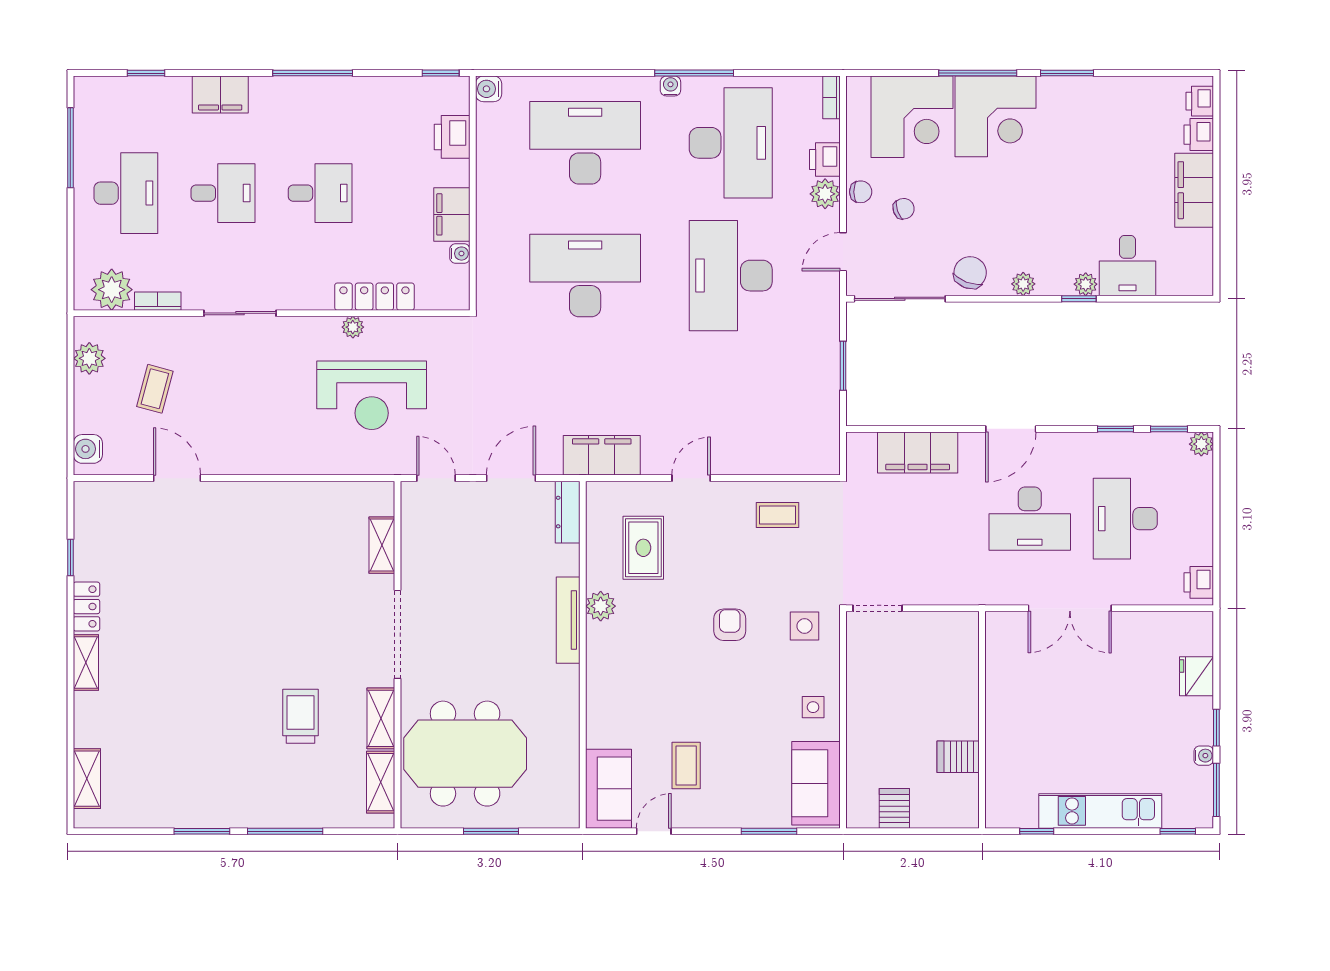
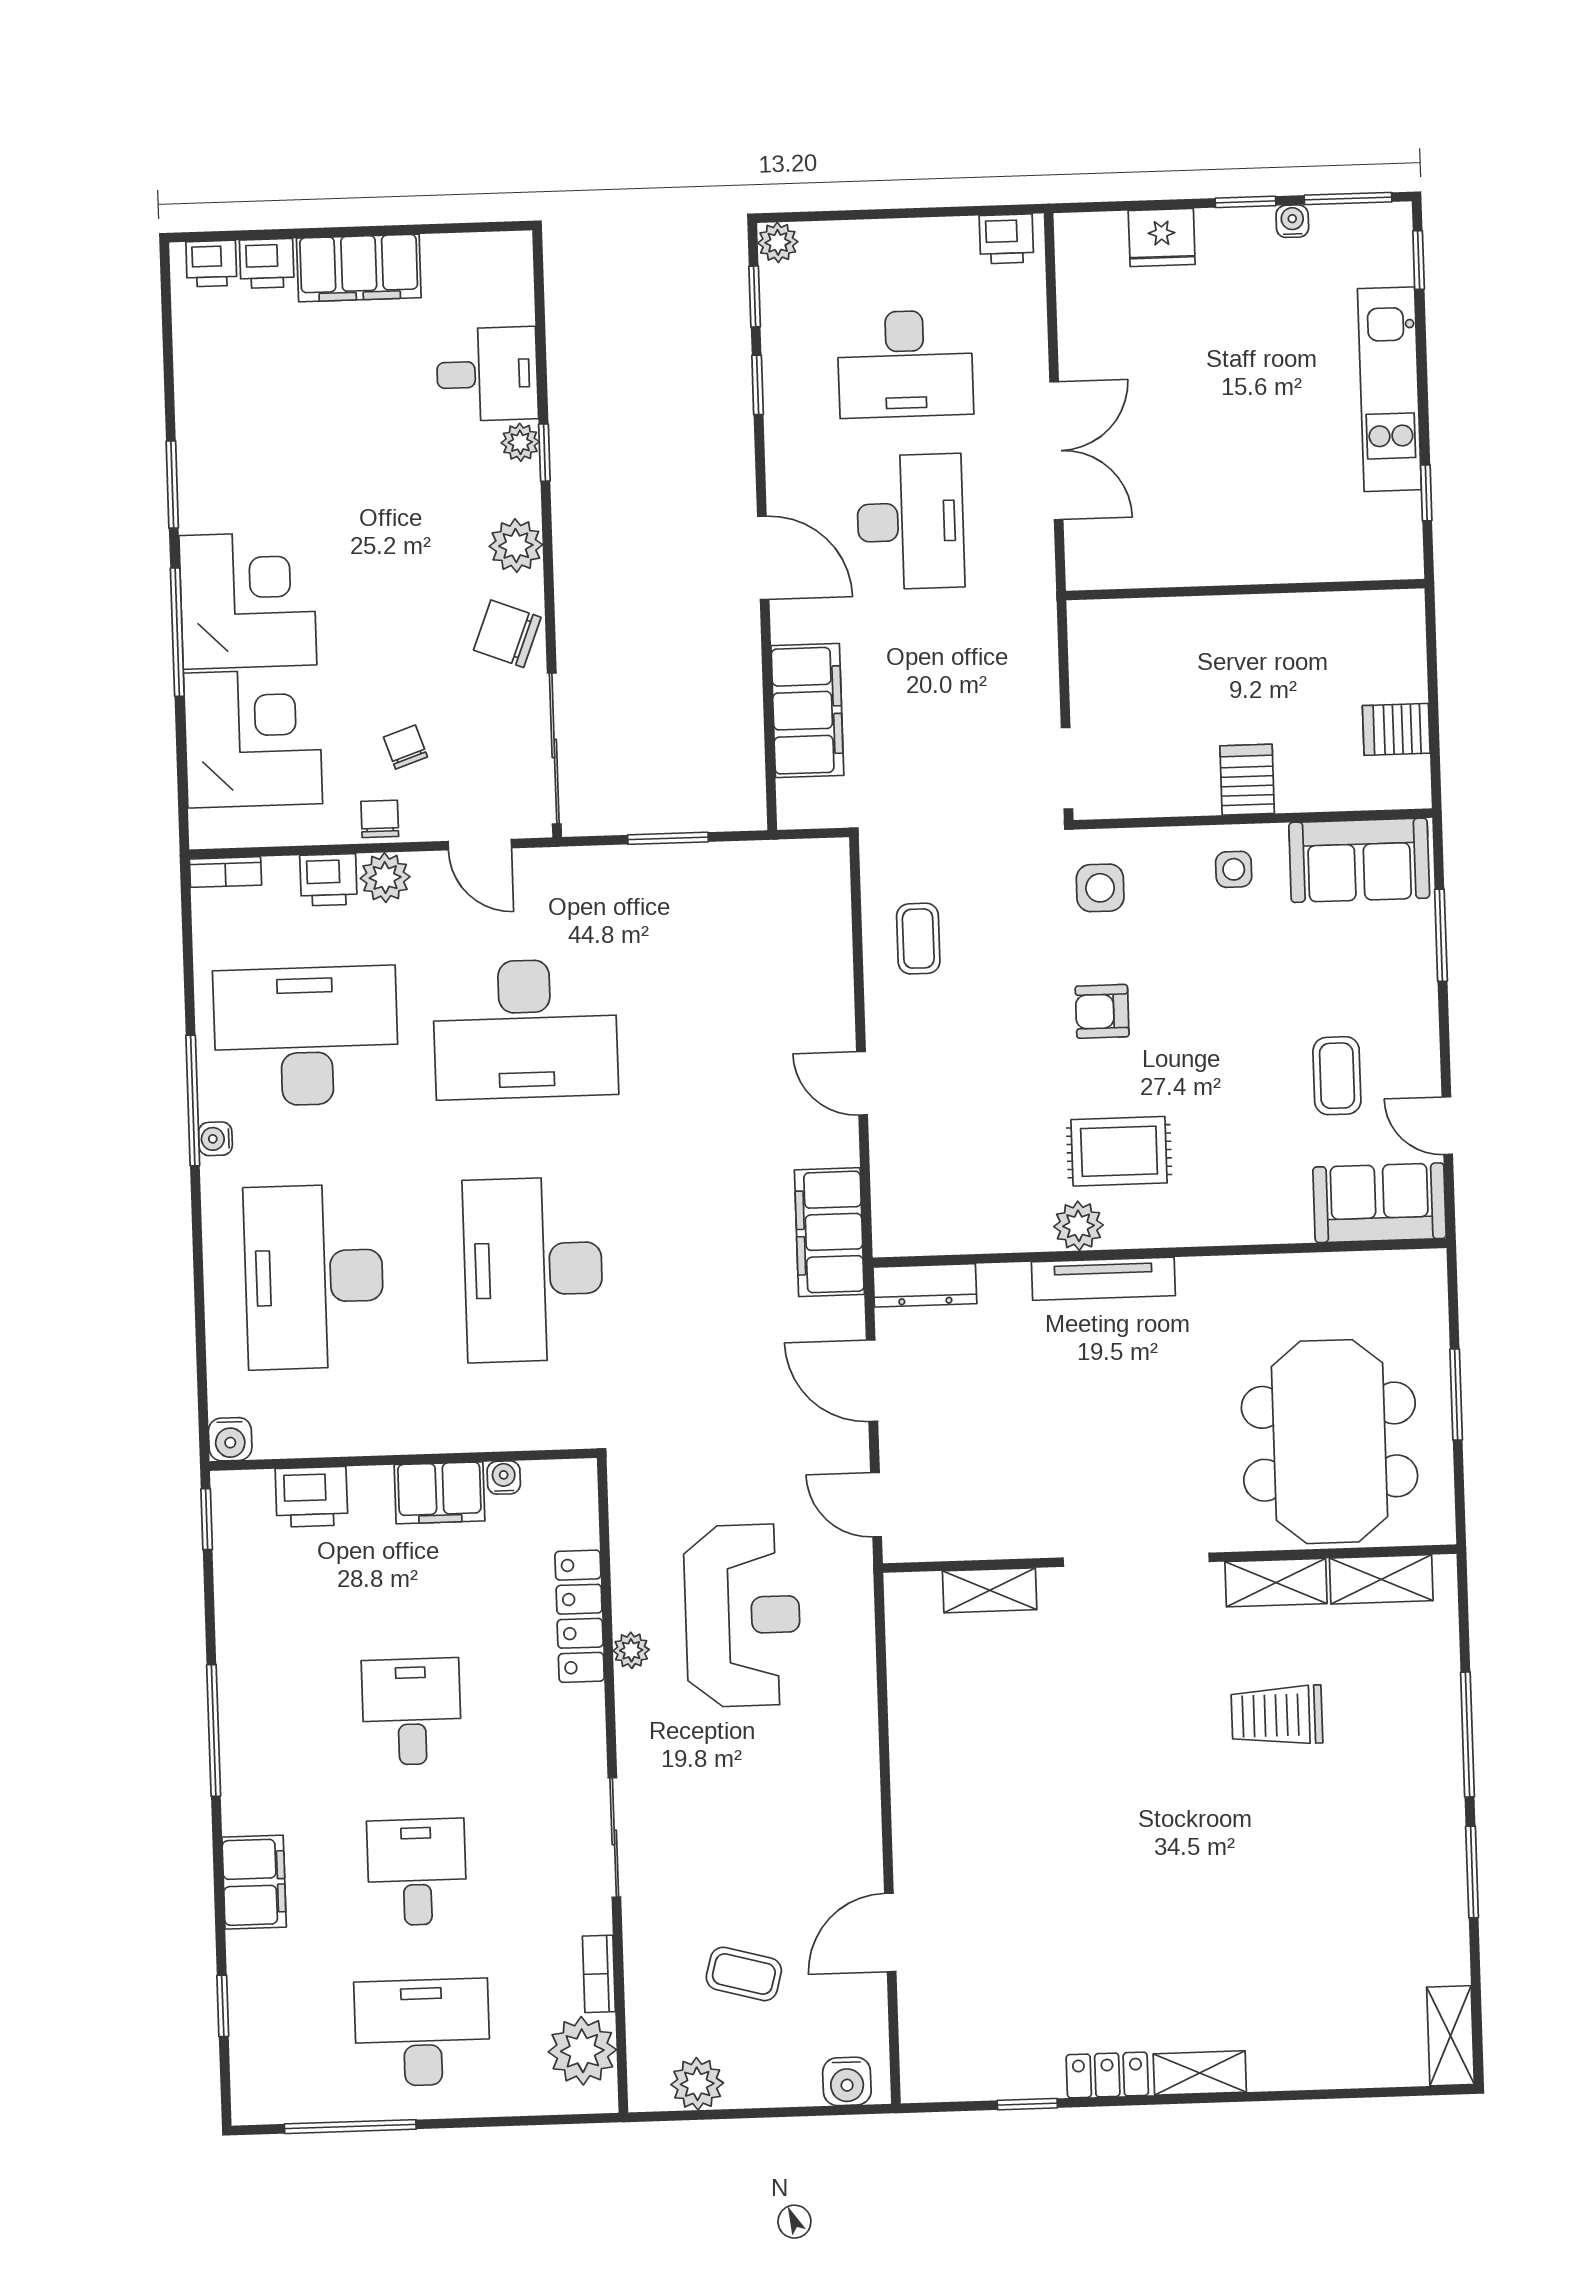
plant: (1023, 284) -> (516, 546), width x1.38, depth x1.38
door: (436, 478) -> (876, 1505), hinge flipped
rug: (643, 548) -> (1119, 1151), moved
server rack: (958, 757) -> (1247, 780), moved, turned 180
coffee table: (686, 765) -> (1337, 1076), turned 90
shelving: (87, 779) -> (1450, 2036), moved, turned 90

